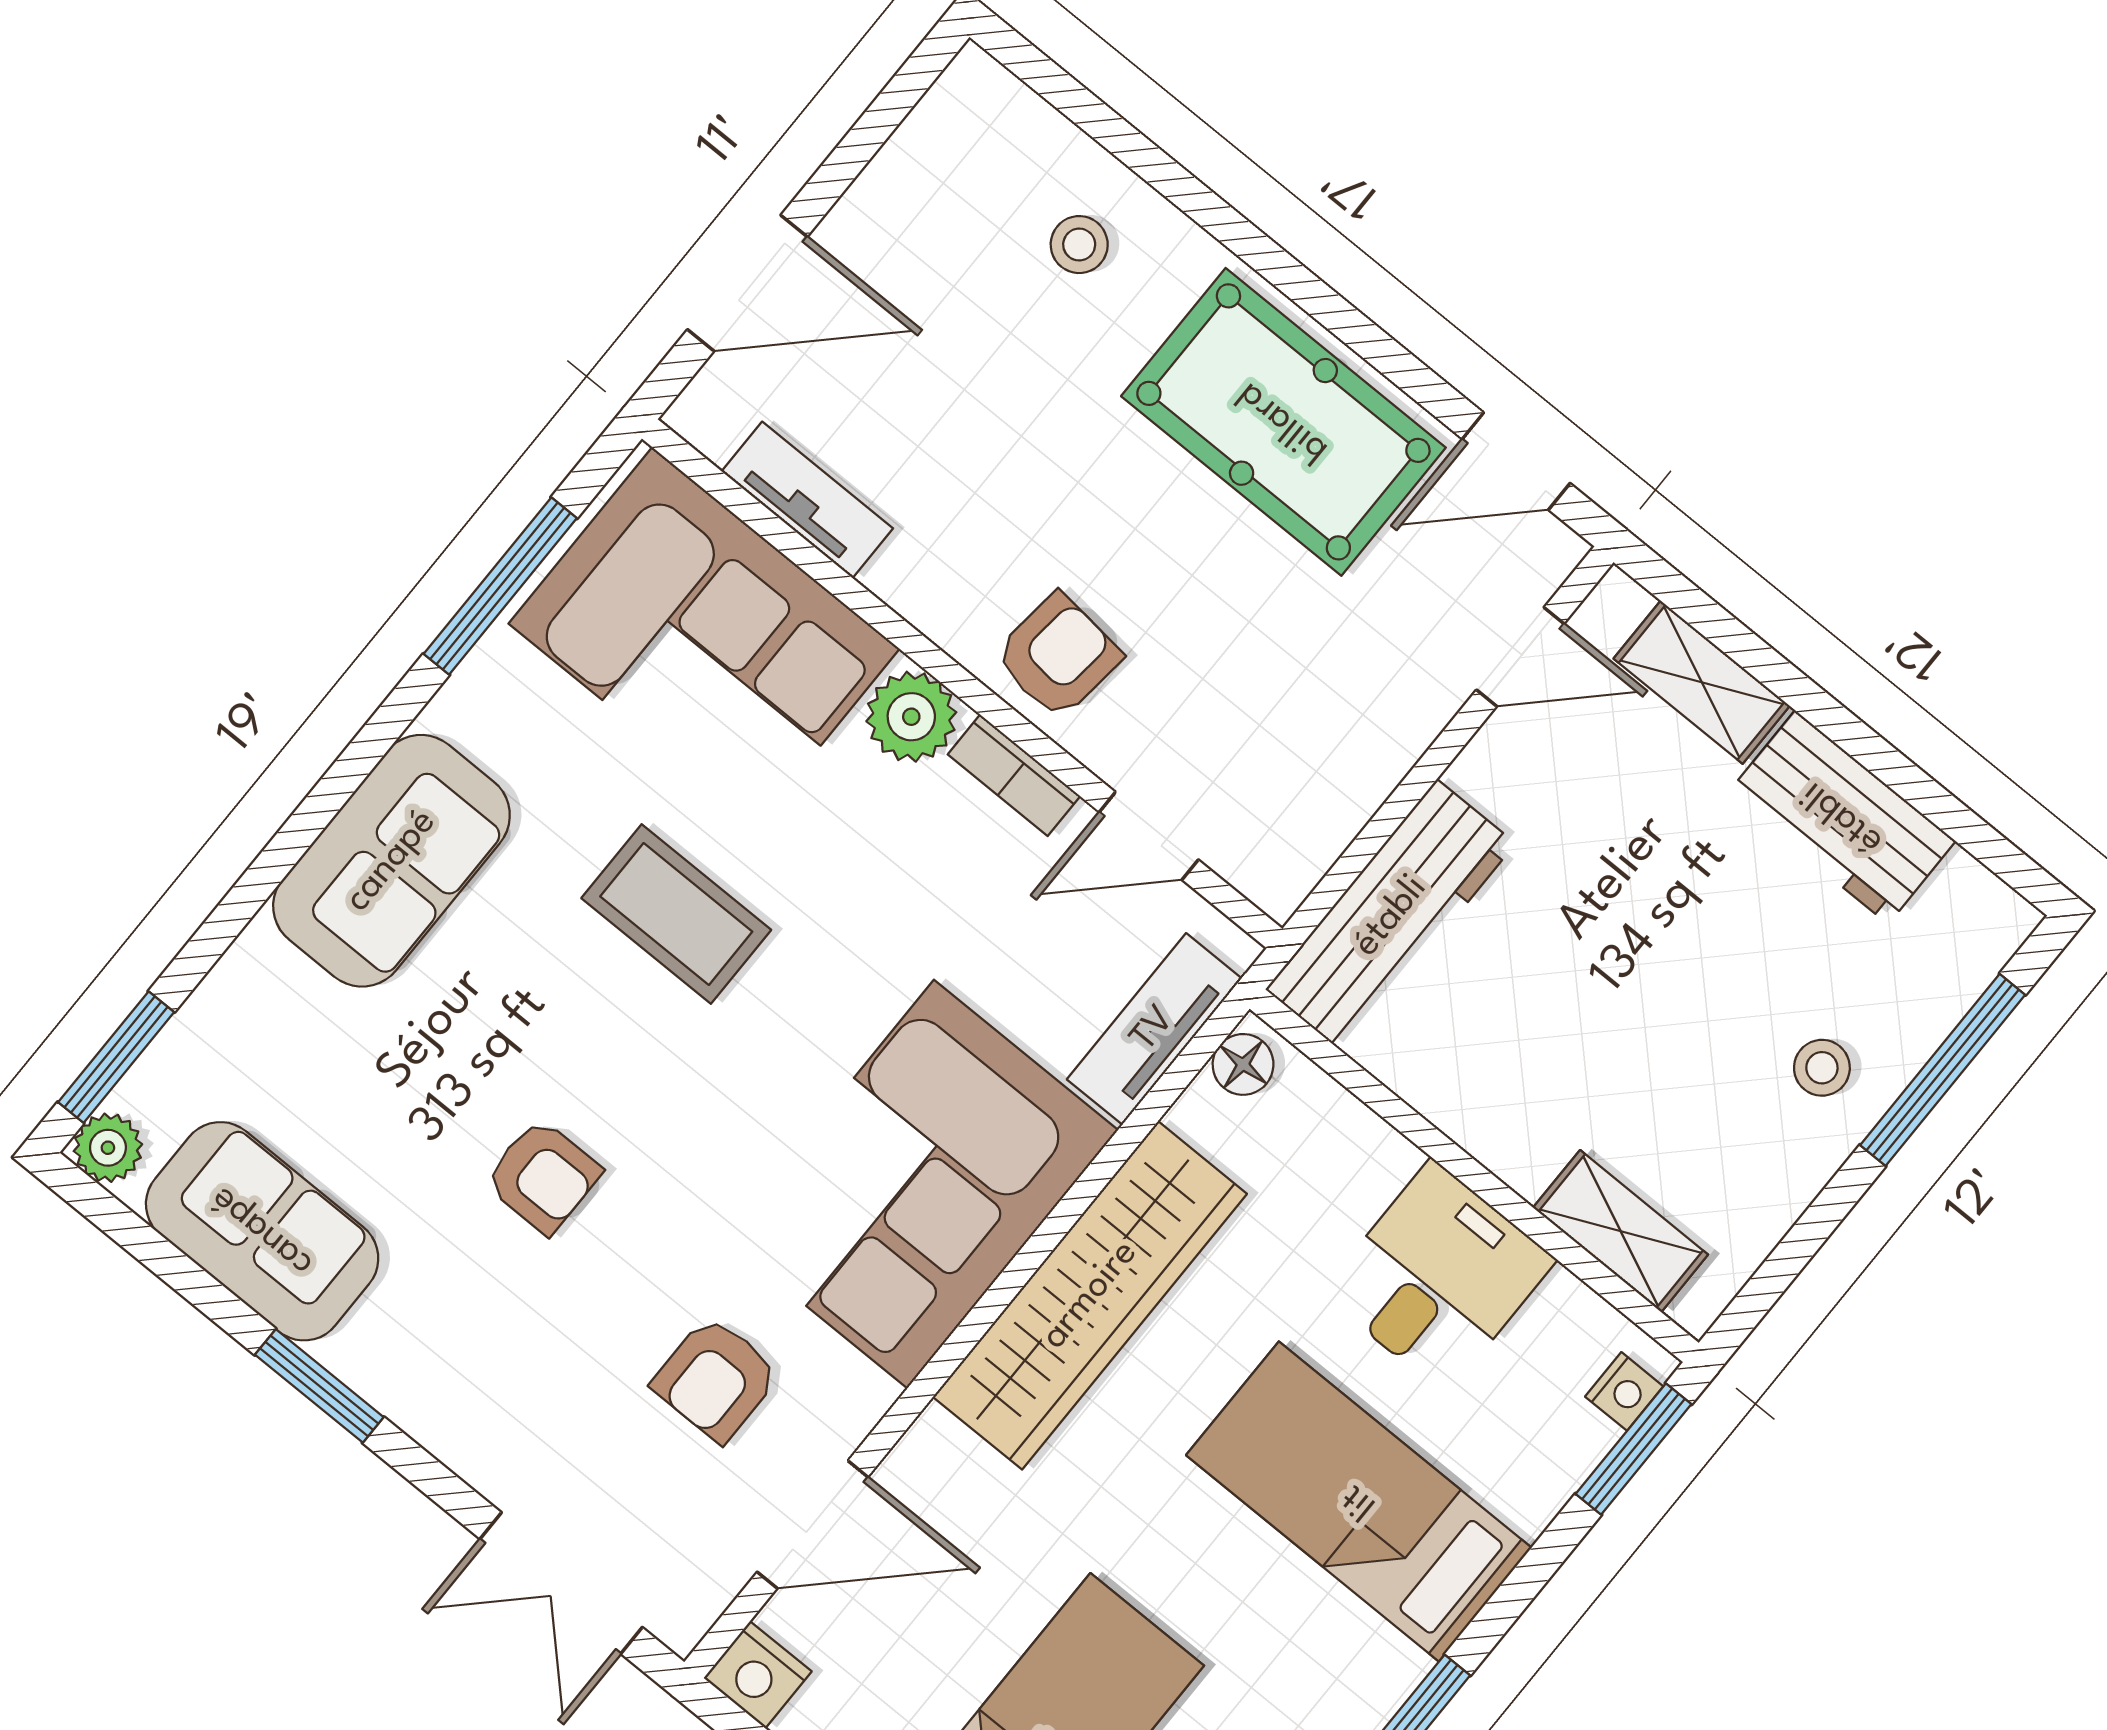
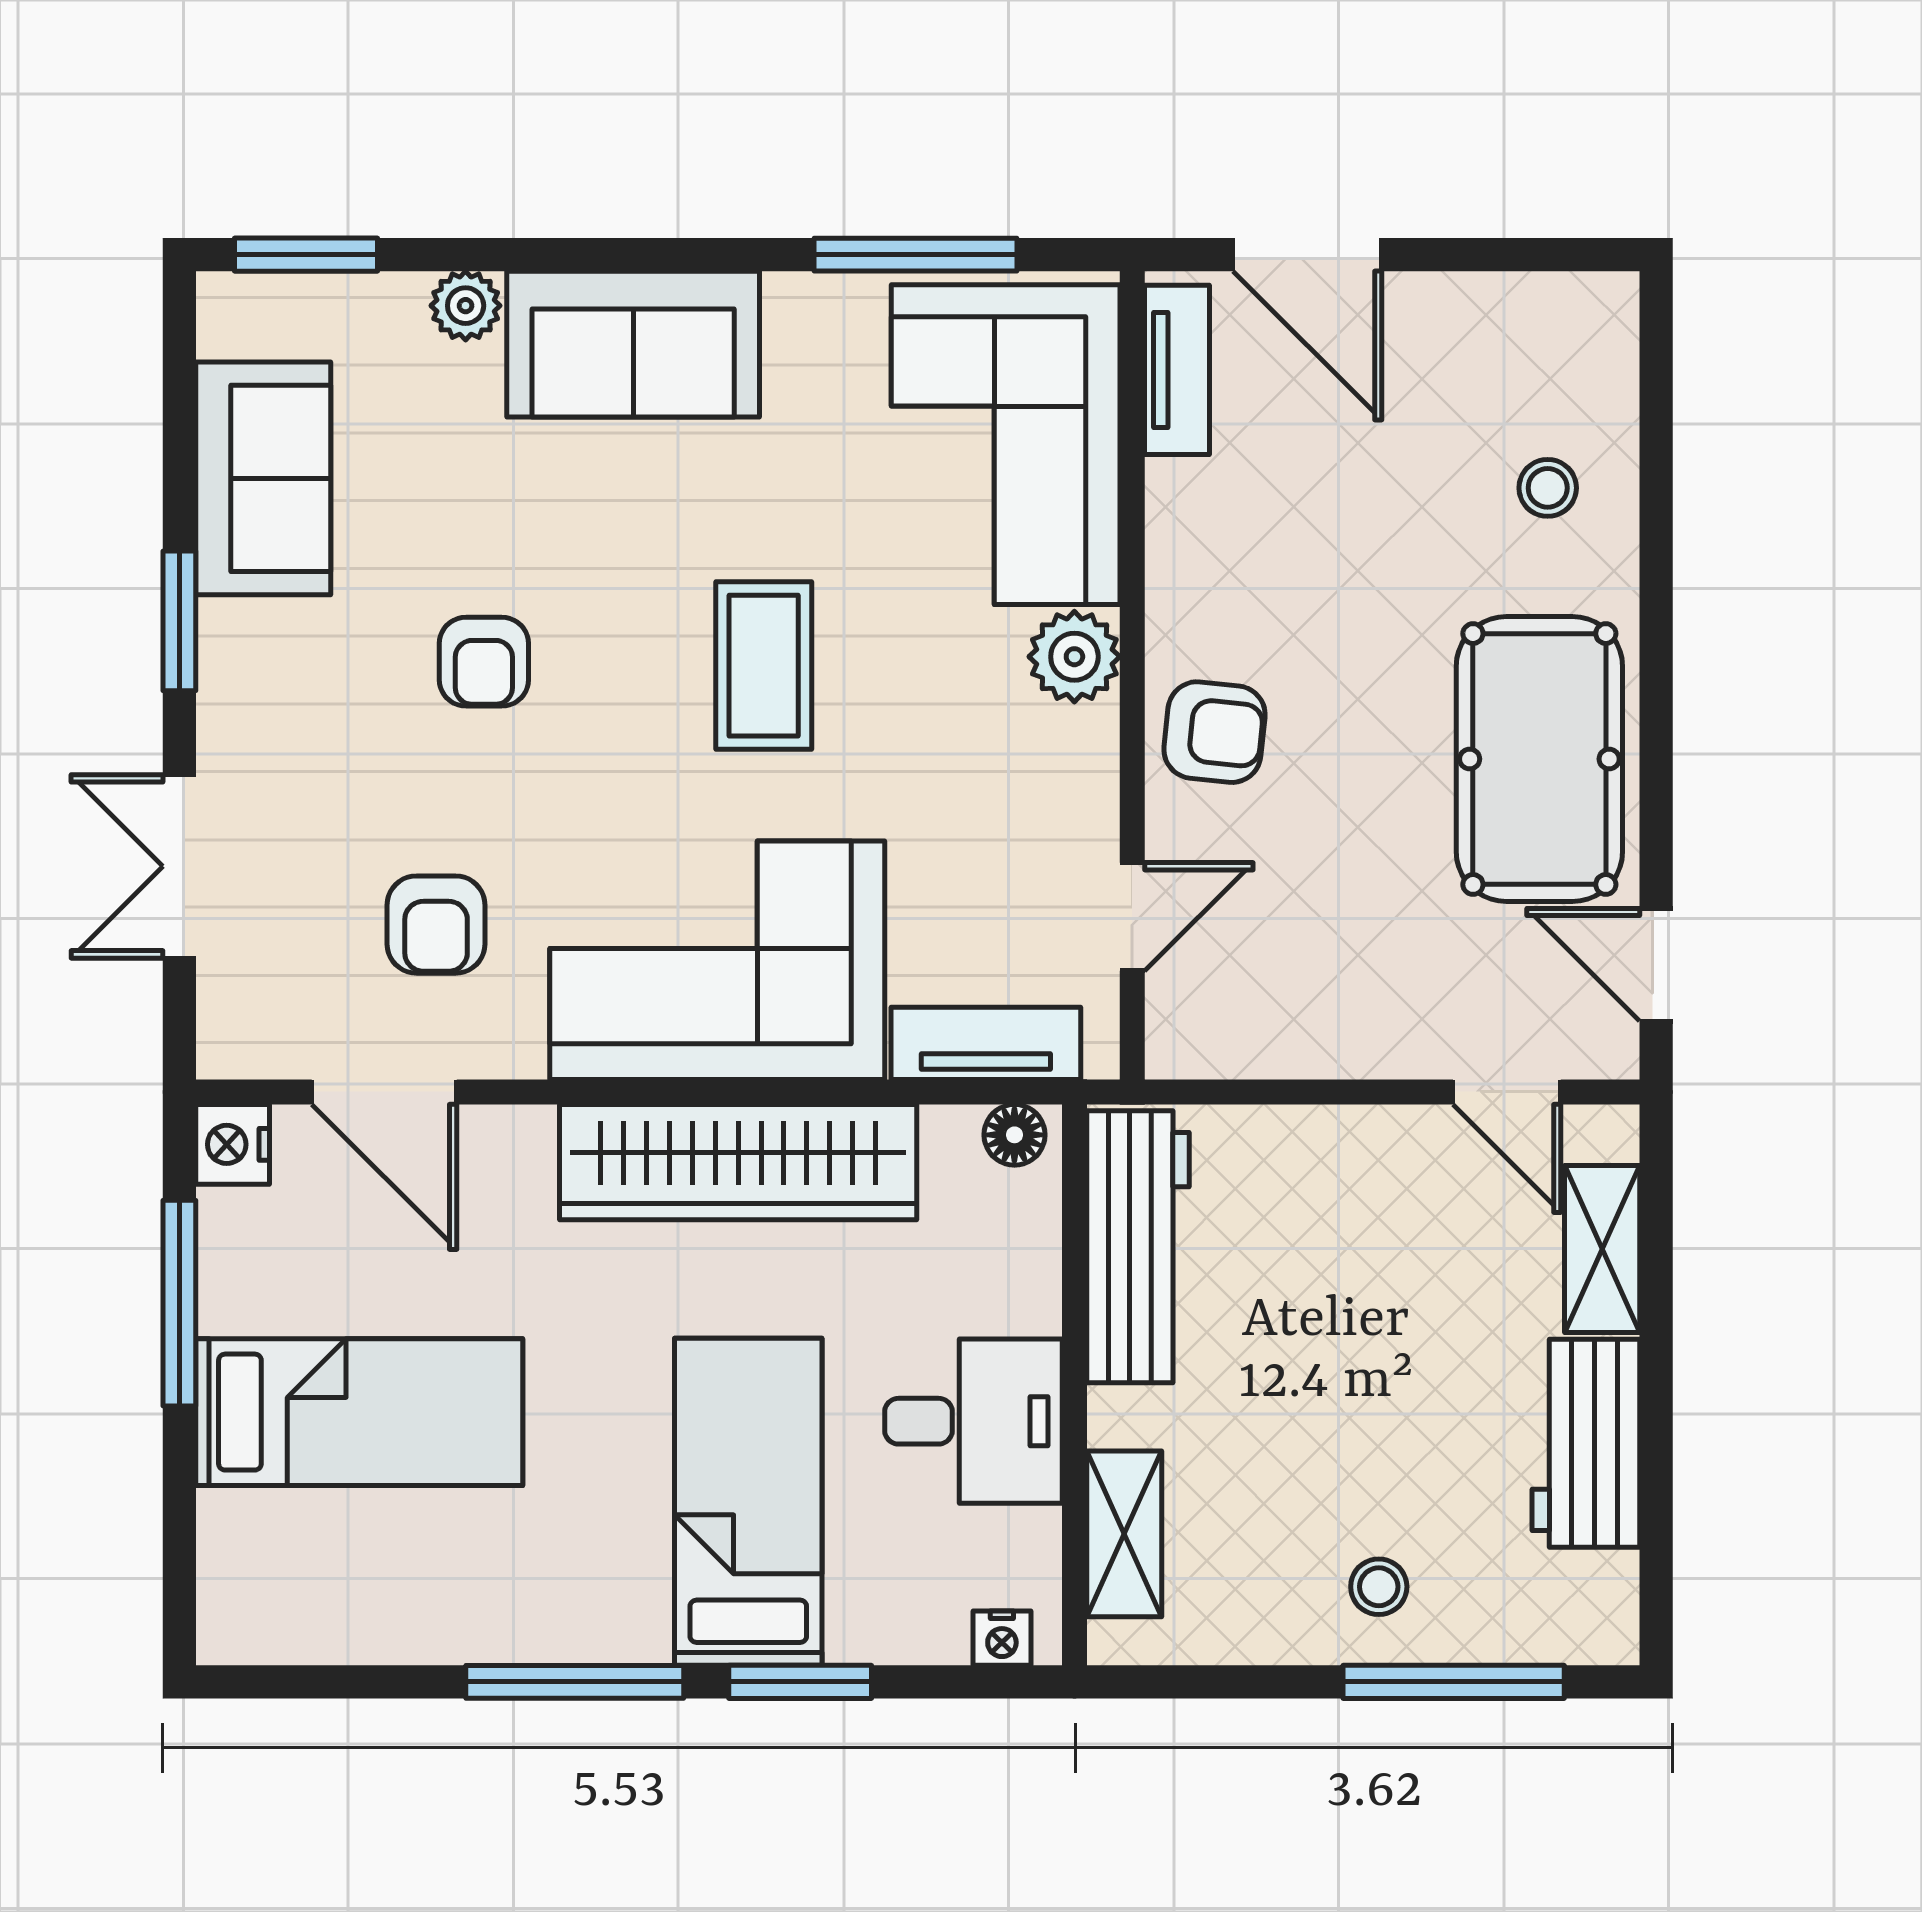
tv unit: (807, 500) -> (1177, 370), moved
bookcase: (1014, 775) -> (1094, 774), removed
door: (1149, 836) -> (1132, 917), swing flipped
coffee table: (676, 914) -> (764, 666), moved
workbench: (1391, 916) -> (1138, 1247), moved, turned -90
plant: (108, 1148) -> (466, 306), moved
armchair: (716, 1379) -> (436, 925), turned -90
window: (1633, 1449) -> (800, 1682), moved
double door: (561, 1583) -> (179, 866), moved

